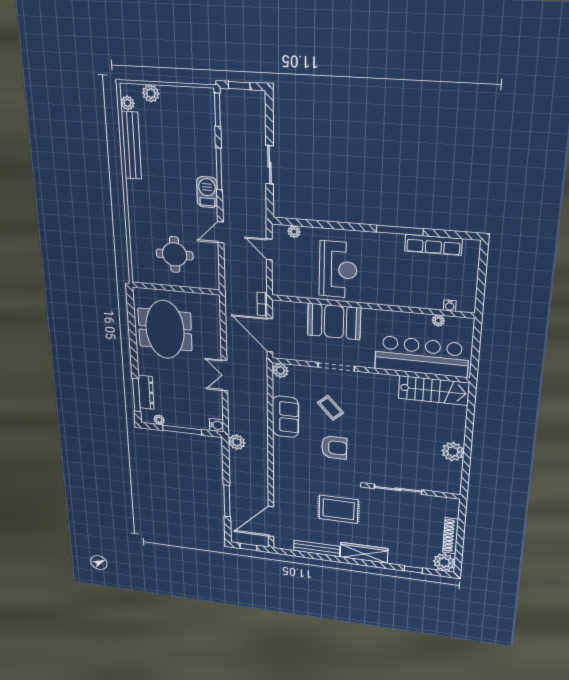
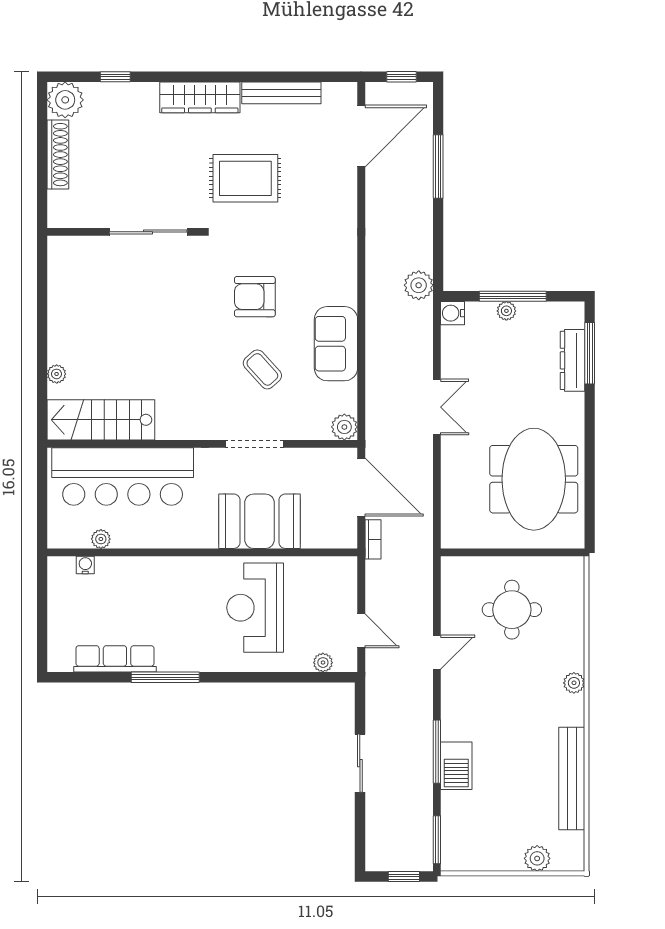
plant: (127, 103) -> (574, 683), moved
barbecue: (207, 192) -> (456, 766), moved
plant: (159, 420) -> (506, 311), moved
plant: (453, 452) -> (57, 374), moved, width x0.53, depth x0.53

